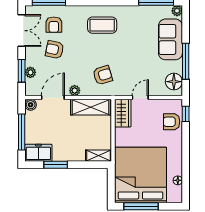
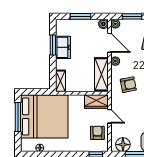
plant: (30, 72) -> (115, 24), moved
armchair: (103, 75) -> (128, 85), turned -84
armchair: (172, 122) -> (97, 133), moved
window: (22, 132) -> (81, 16), width x0.69
freezer: (38, 153) -> (63, 47), moved

